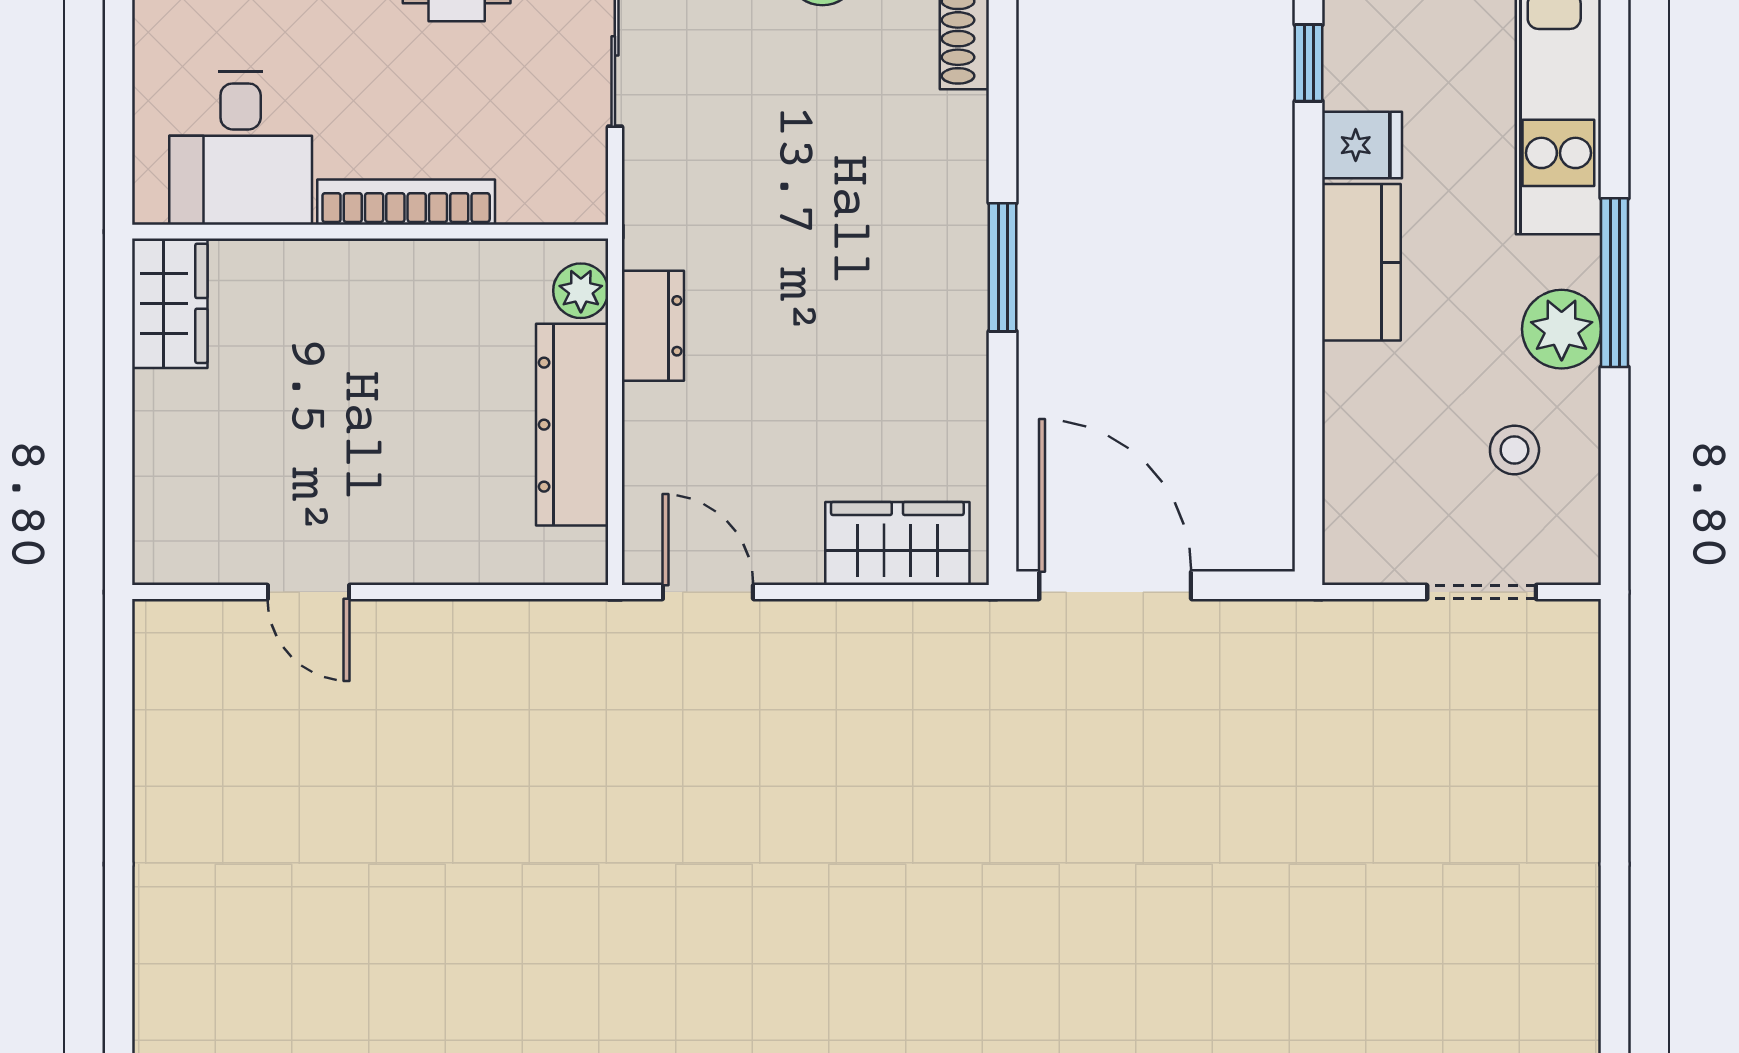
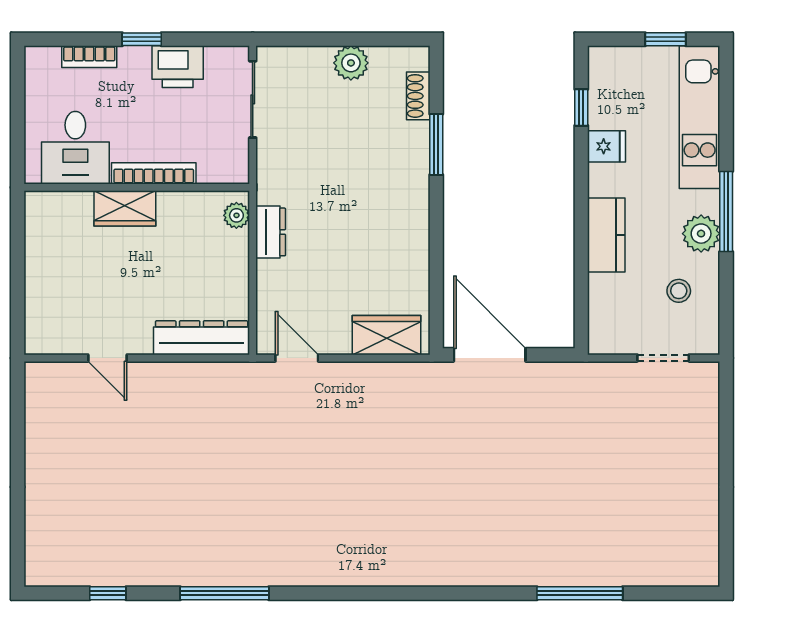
kitchen counter: (1361, 262) -> (606, 235), moved
window: (1003, 267) -> (436, 144), moved
wardrobe: (170, 303) -> (125, 208), moved, turned 90
dresser: (572, 425) -> (202, 338), moved, turned 90

